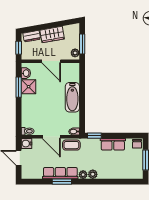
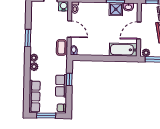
bathtub: (72, 97) -> (123, 50), moved
window: (94, 136) -> (69, 79), moved
door: (51, 137) -> (69, 29), swing flipped
row of seats: (60, 173) -> (34, 96), moved

